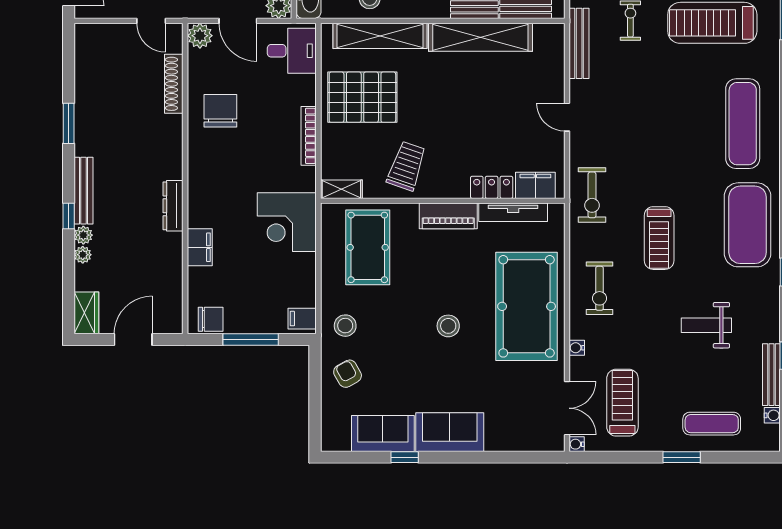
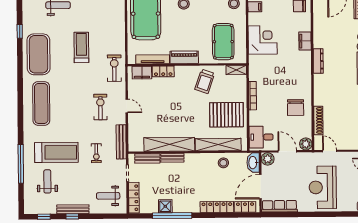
corner desk: (287, 222) -> (263, 40), moved
exercise bike: (599, 288) -> (100, 107), moved

